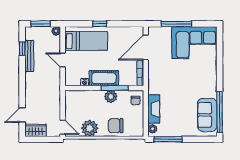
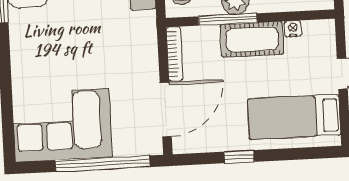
window: (100, 24) -> (239, 157), moved
window: (176, 24) -> (103, 164), width x1.46

